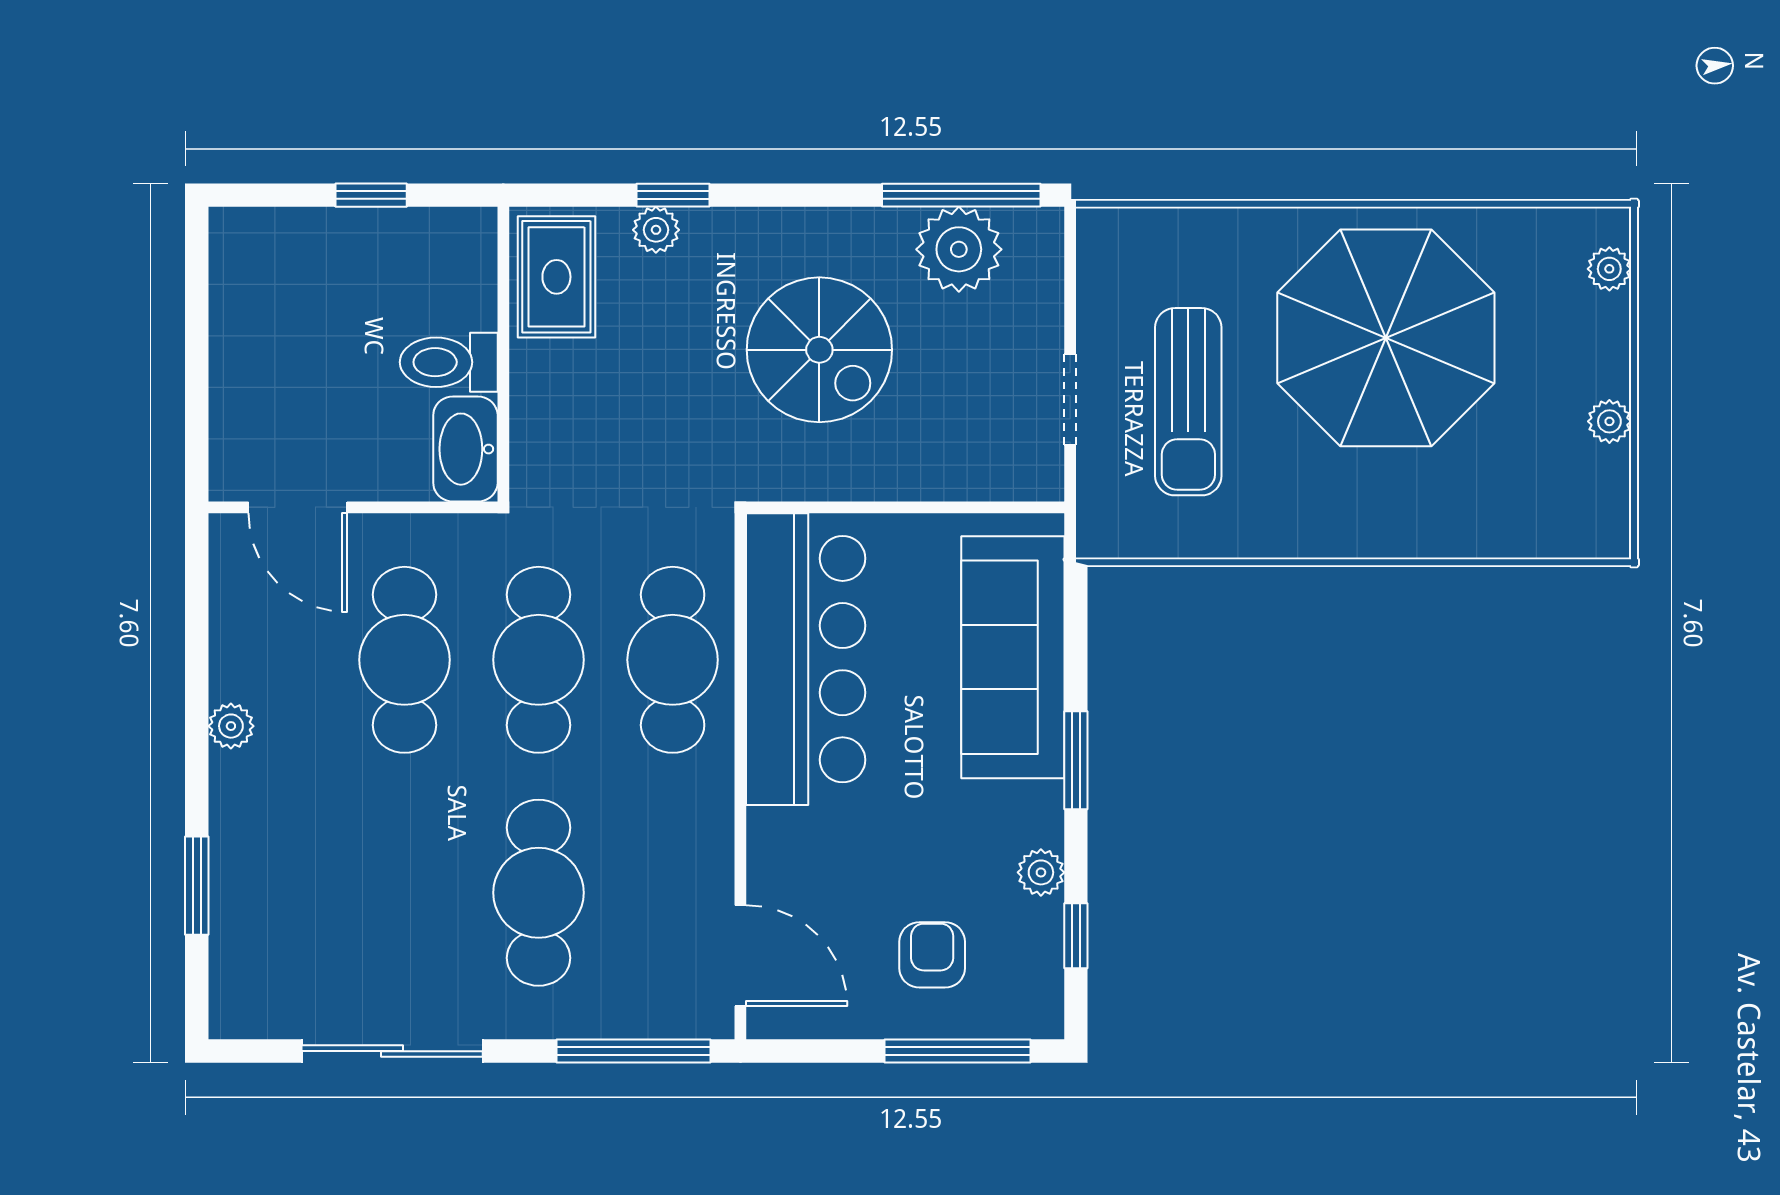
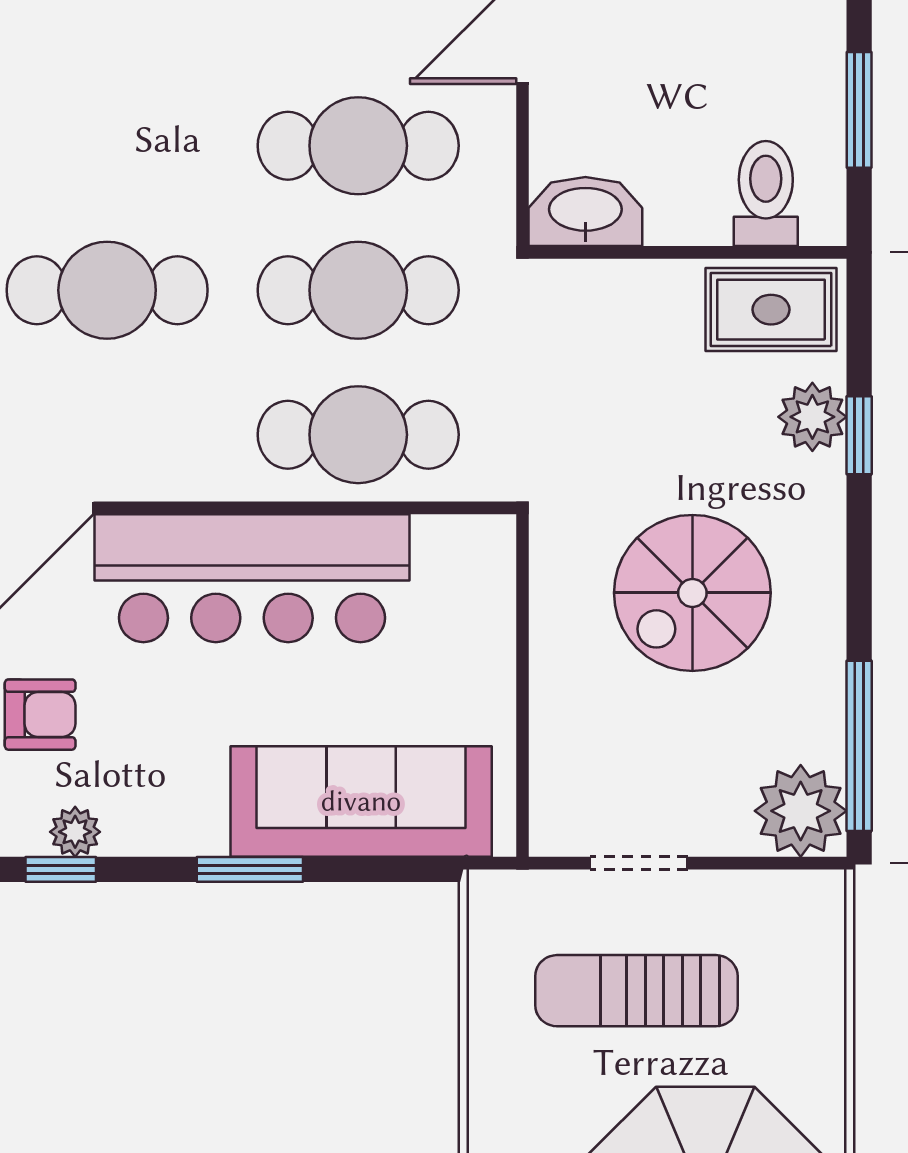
window: (371, 195) -> (859, 110), width x1.50
plant: (656, 230) -> (812, 417), width x1.38, depth x1.38
plant: (959, 249) -> (801, 811), moved
toilet: (449, 362) -> (766, 193), moved
bar counter: (806, 659) -> (252, 578), moved
plant: (1041, 872) -> (75, 832), moved

